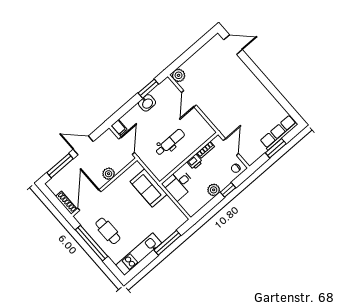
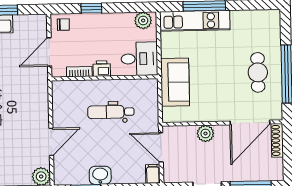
door: (127, 146) -> (161, 147), hinge flipped
plant: (214, 190) -> (143, 20), moved
kitchen unit: (139, 254) -> (195, 21), moved

